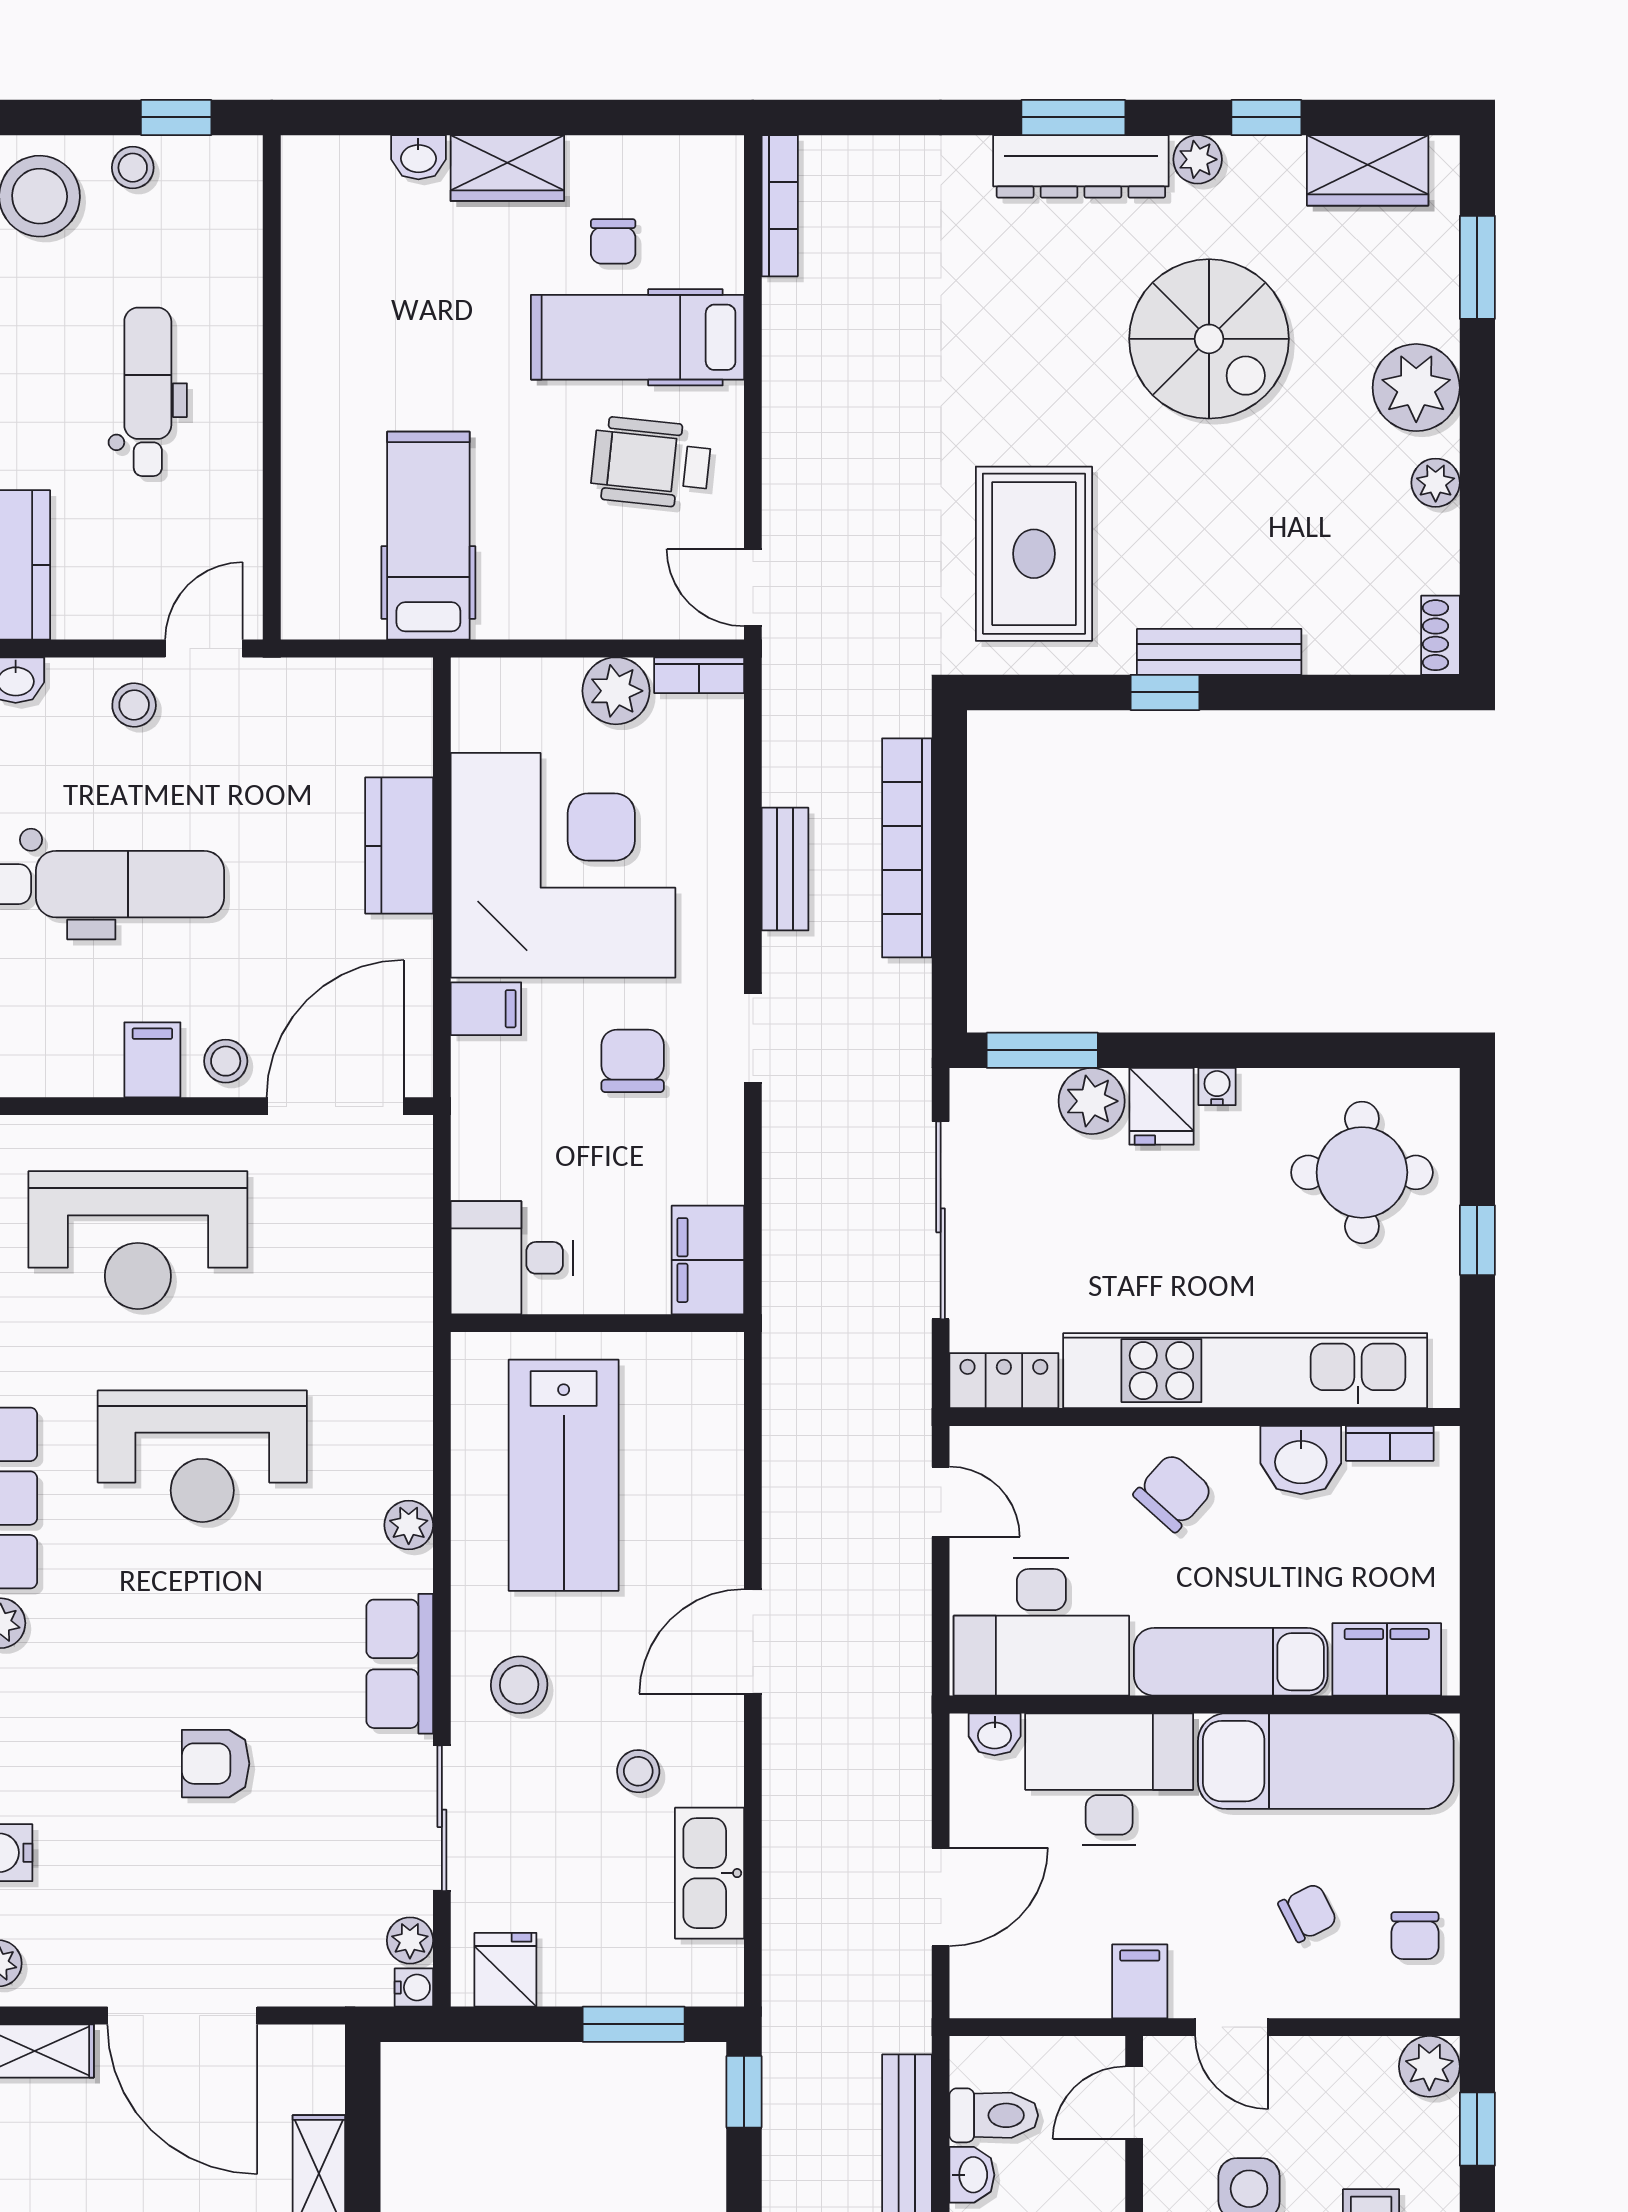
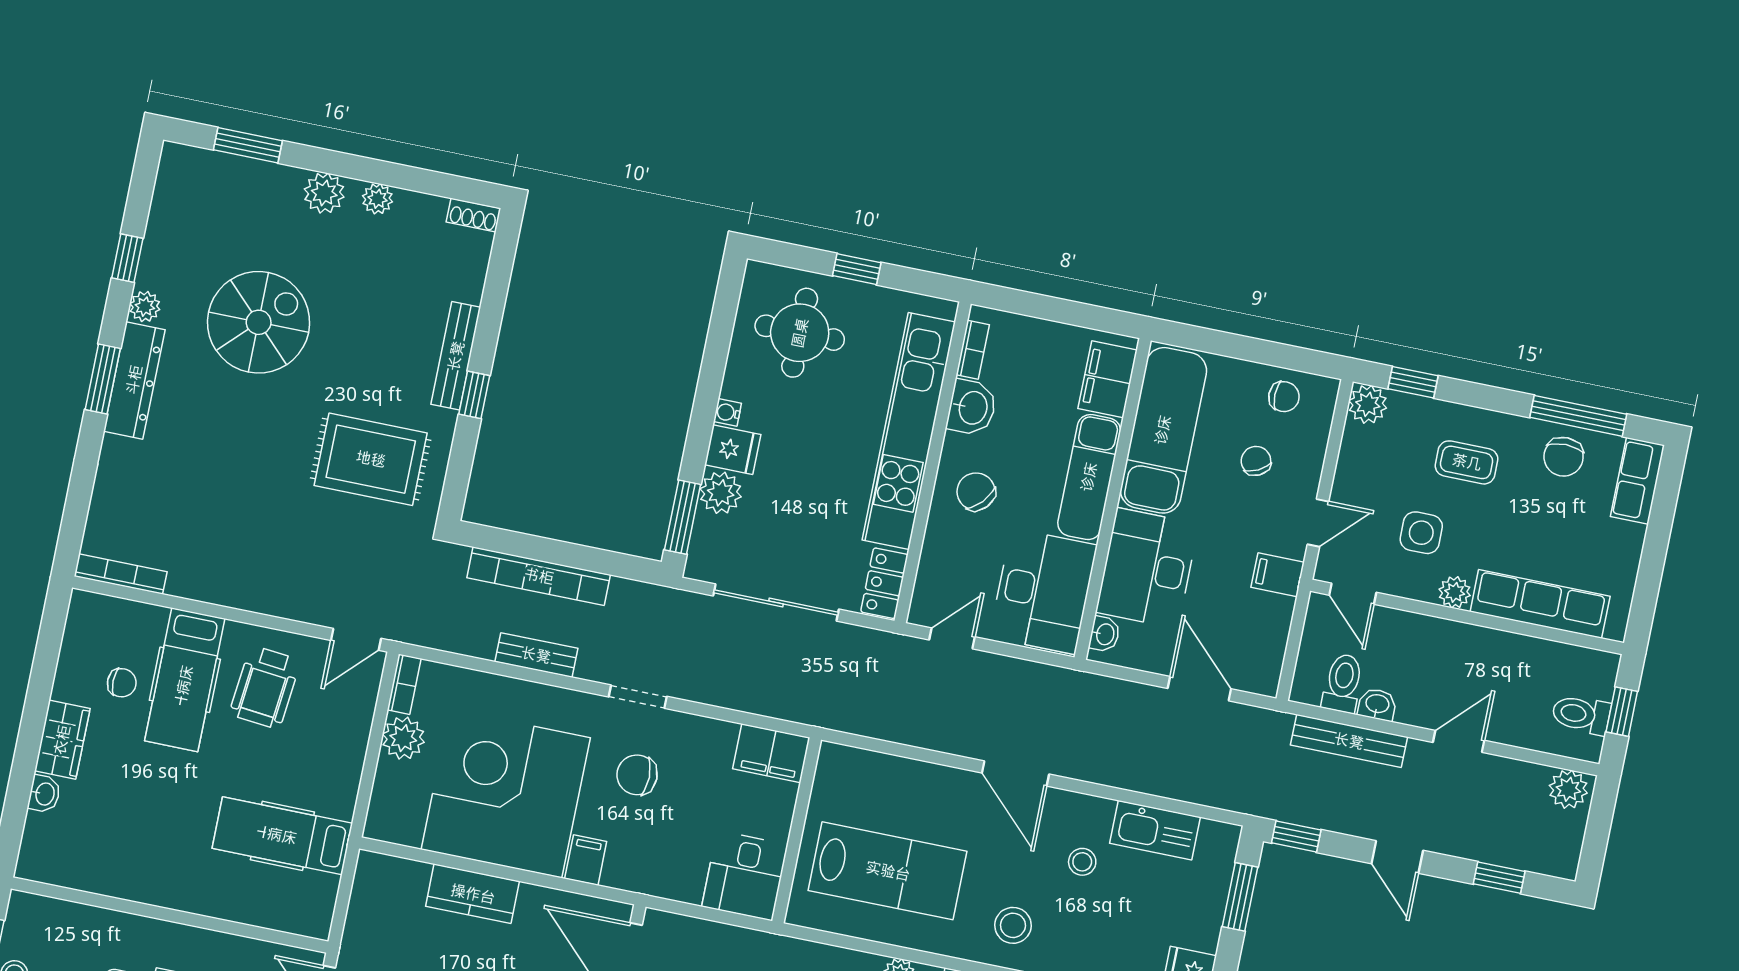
wardrobe: (1368, 170) -> (173, 201), removed
plant: (1416, 388) -> (324, 193), width x0.73, depth x0.73

